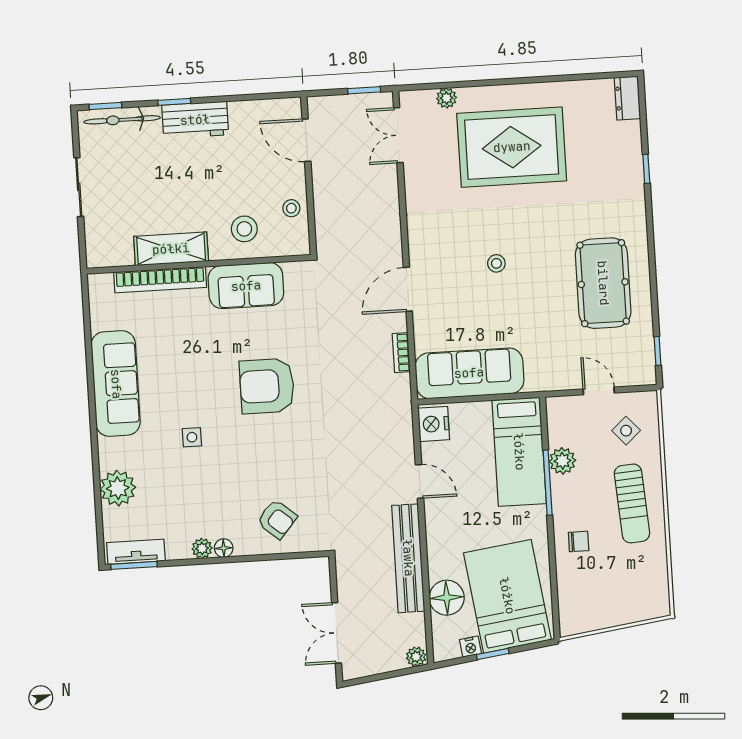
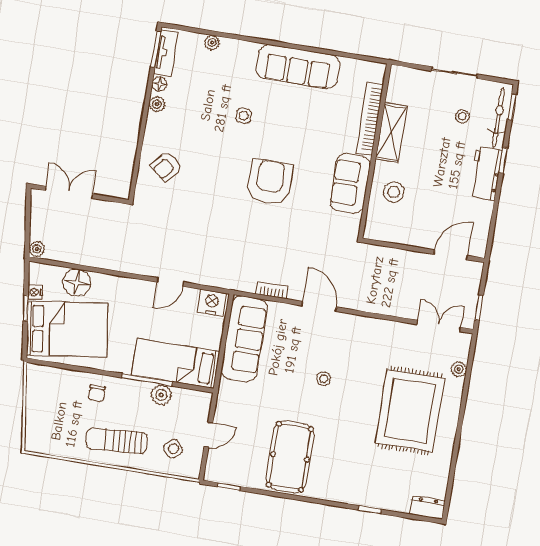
stool: (291, 208) -> (462, 116), moved
pool table: (603, 283) -> (290, 457), turned 90
plant: (118, 488) -> (212, 43), width x0.53, depth x0.53
floor lamp: (224, 548) -> (159, 84), moved
bench: (408, 558) -> (113, 260), removed

